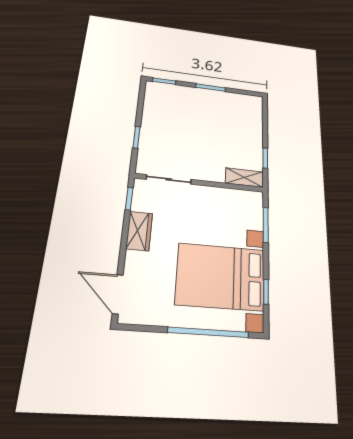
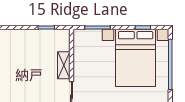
shelving: (244, 177) -> (64, 65), moved

